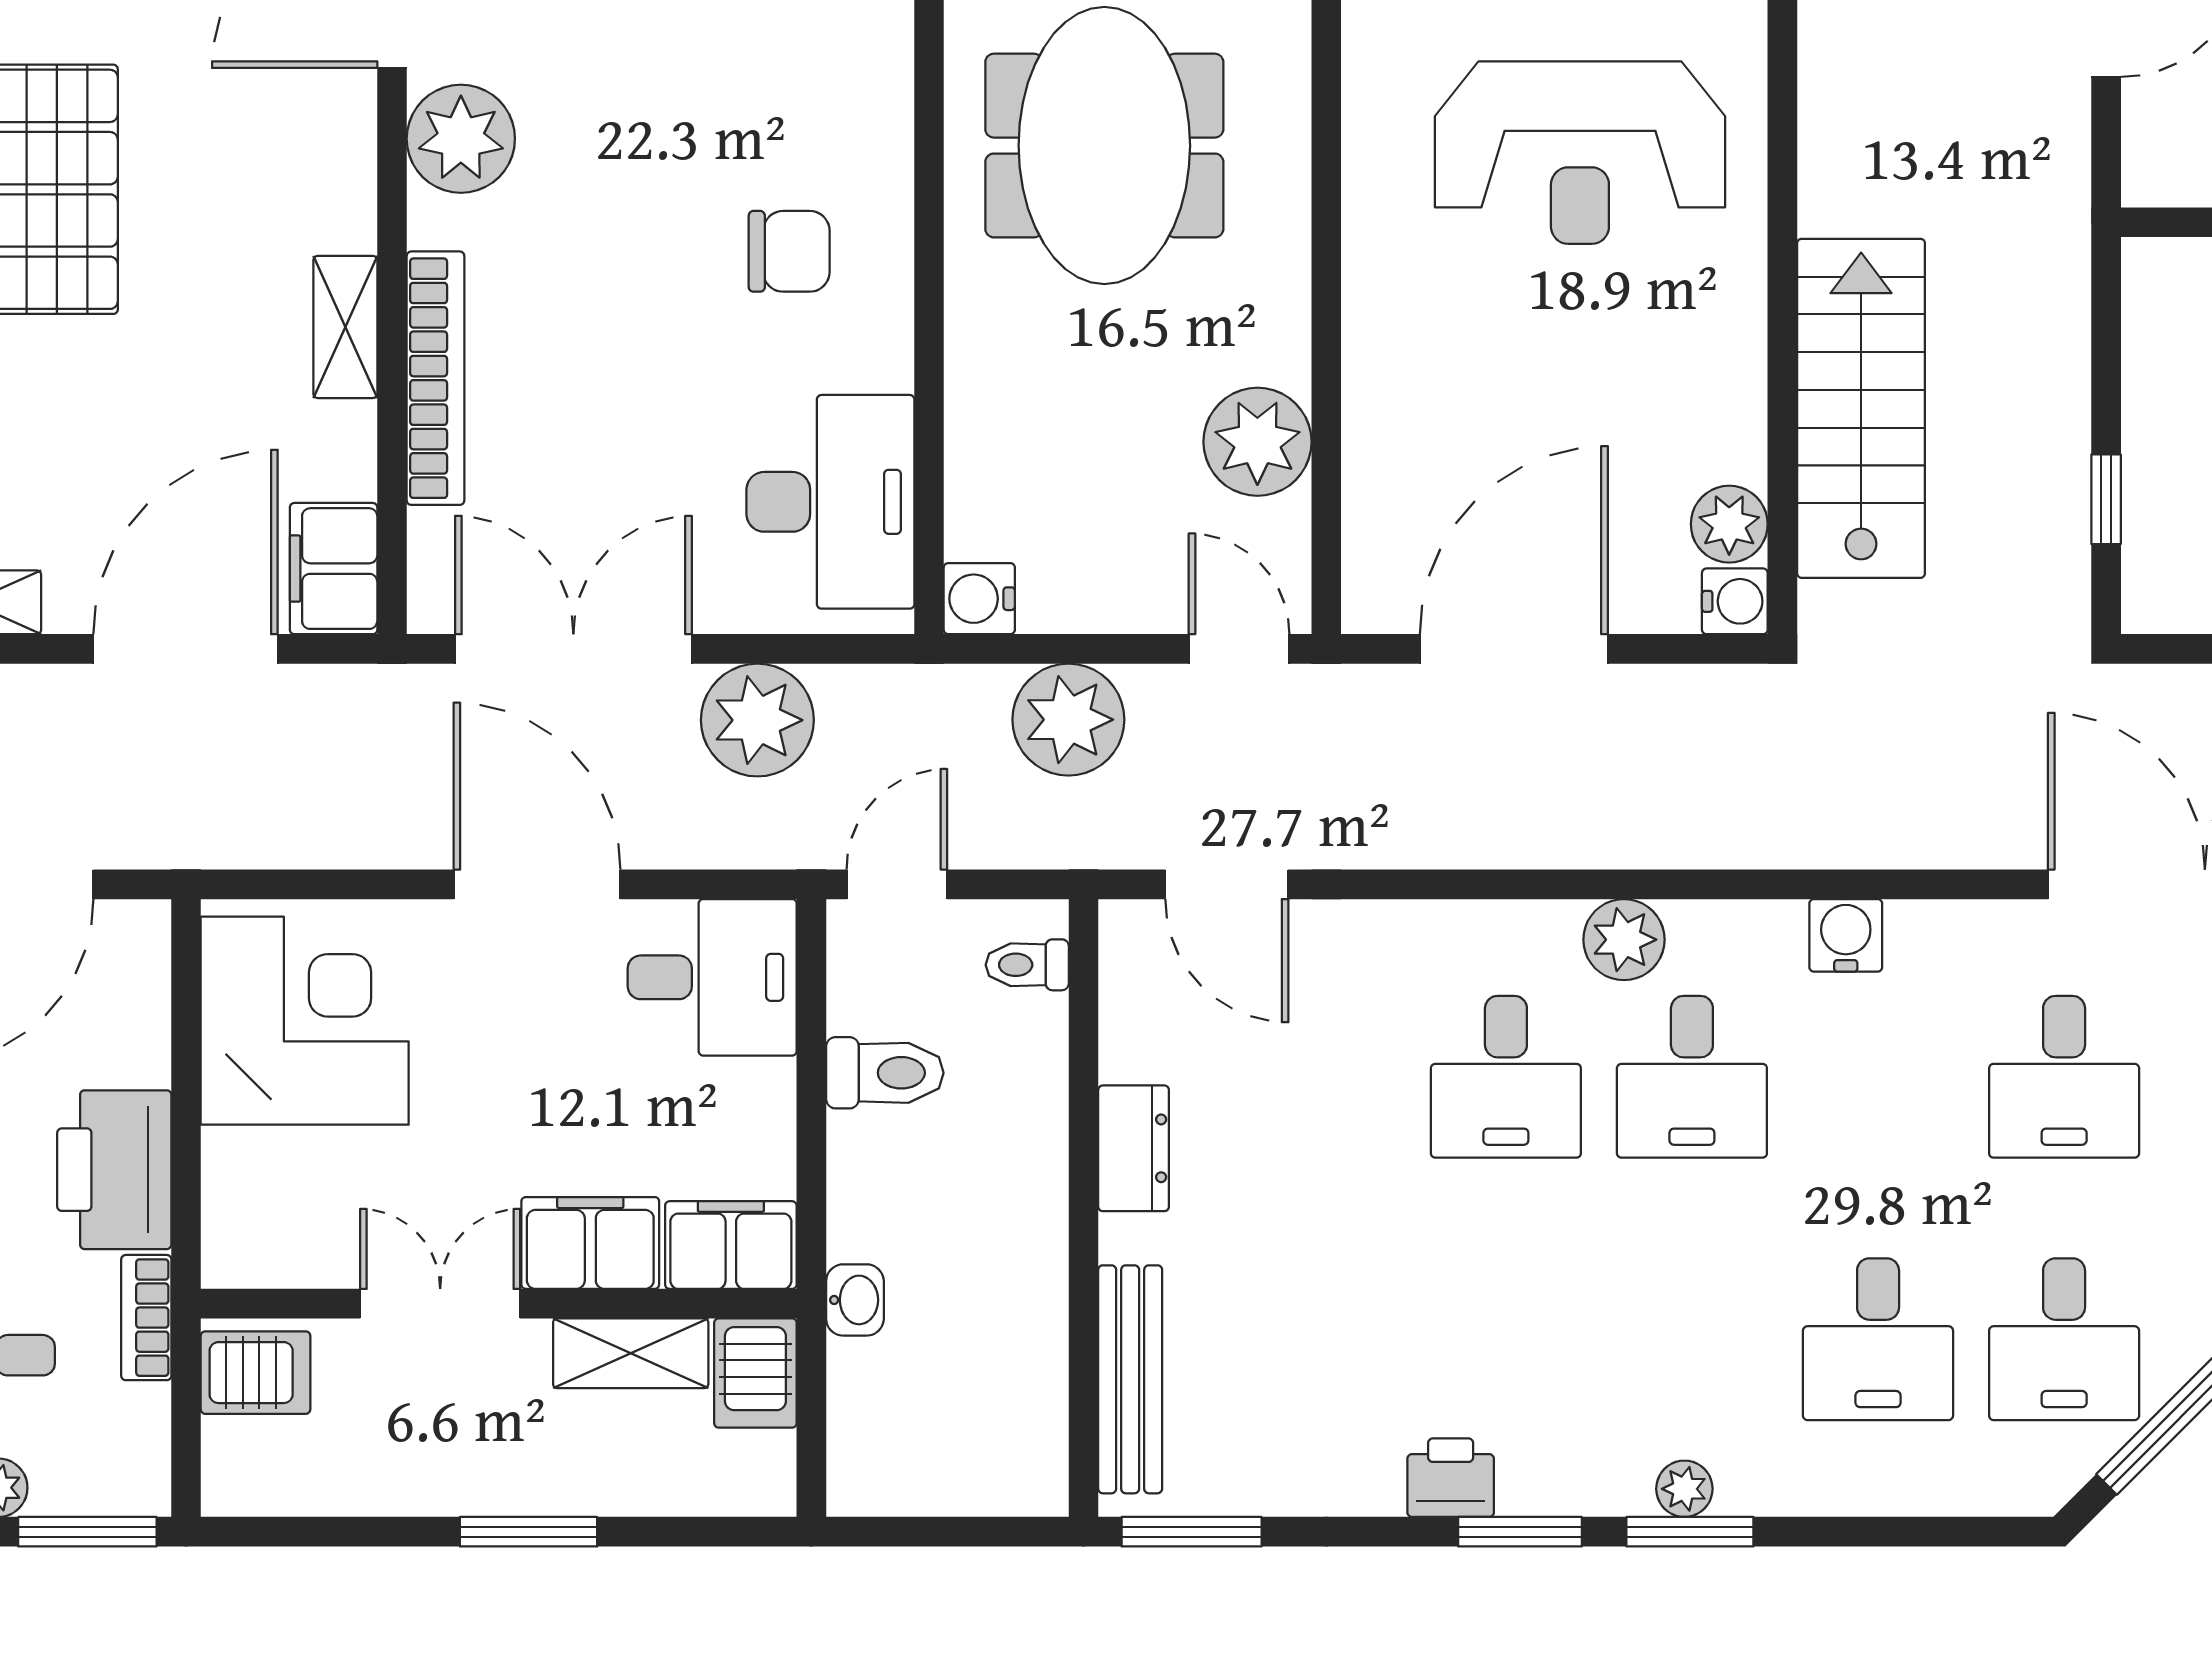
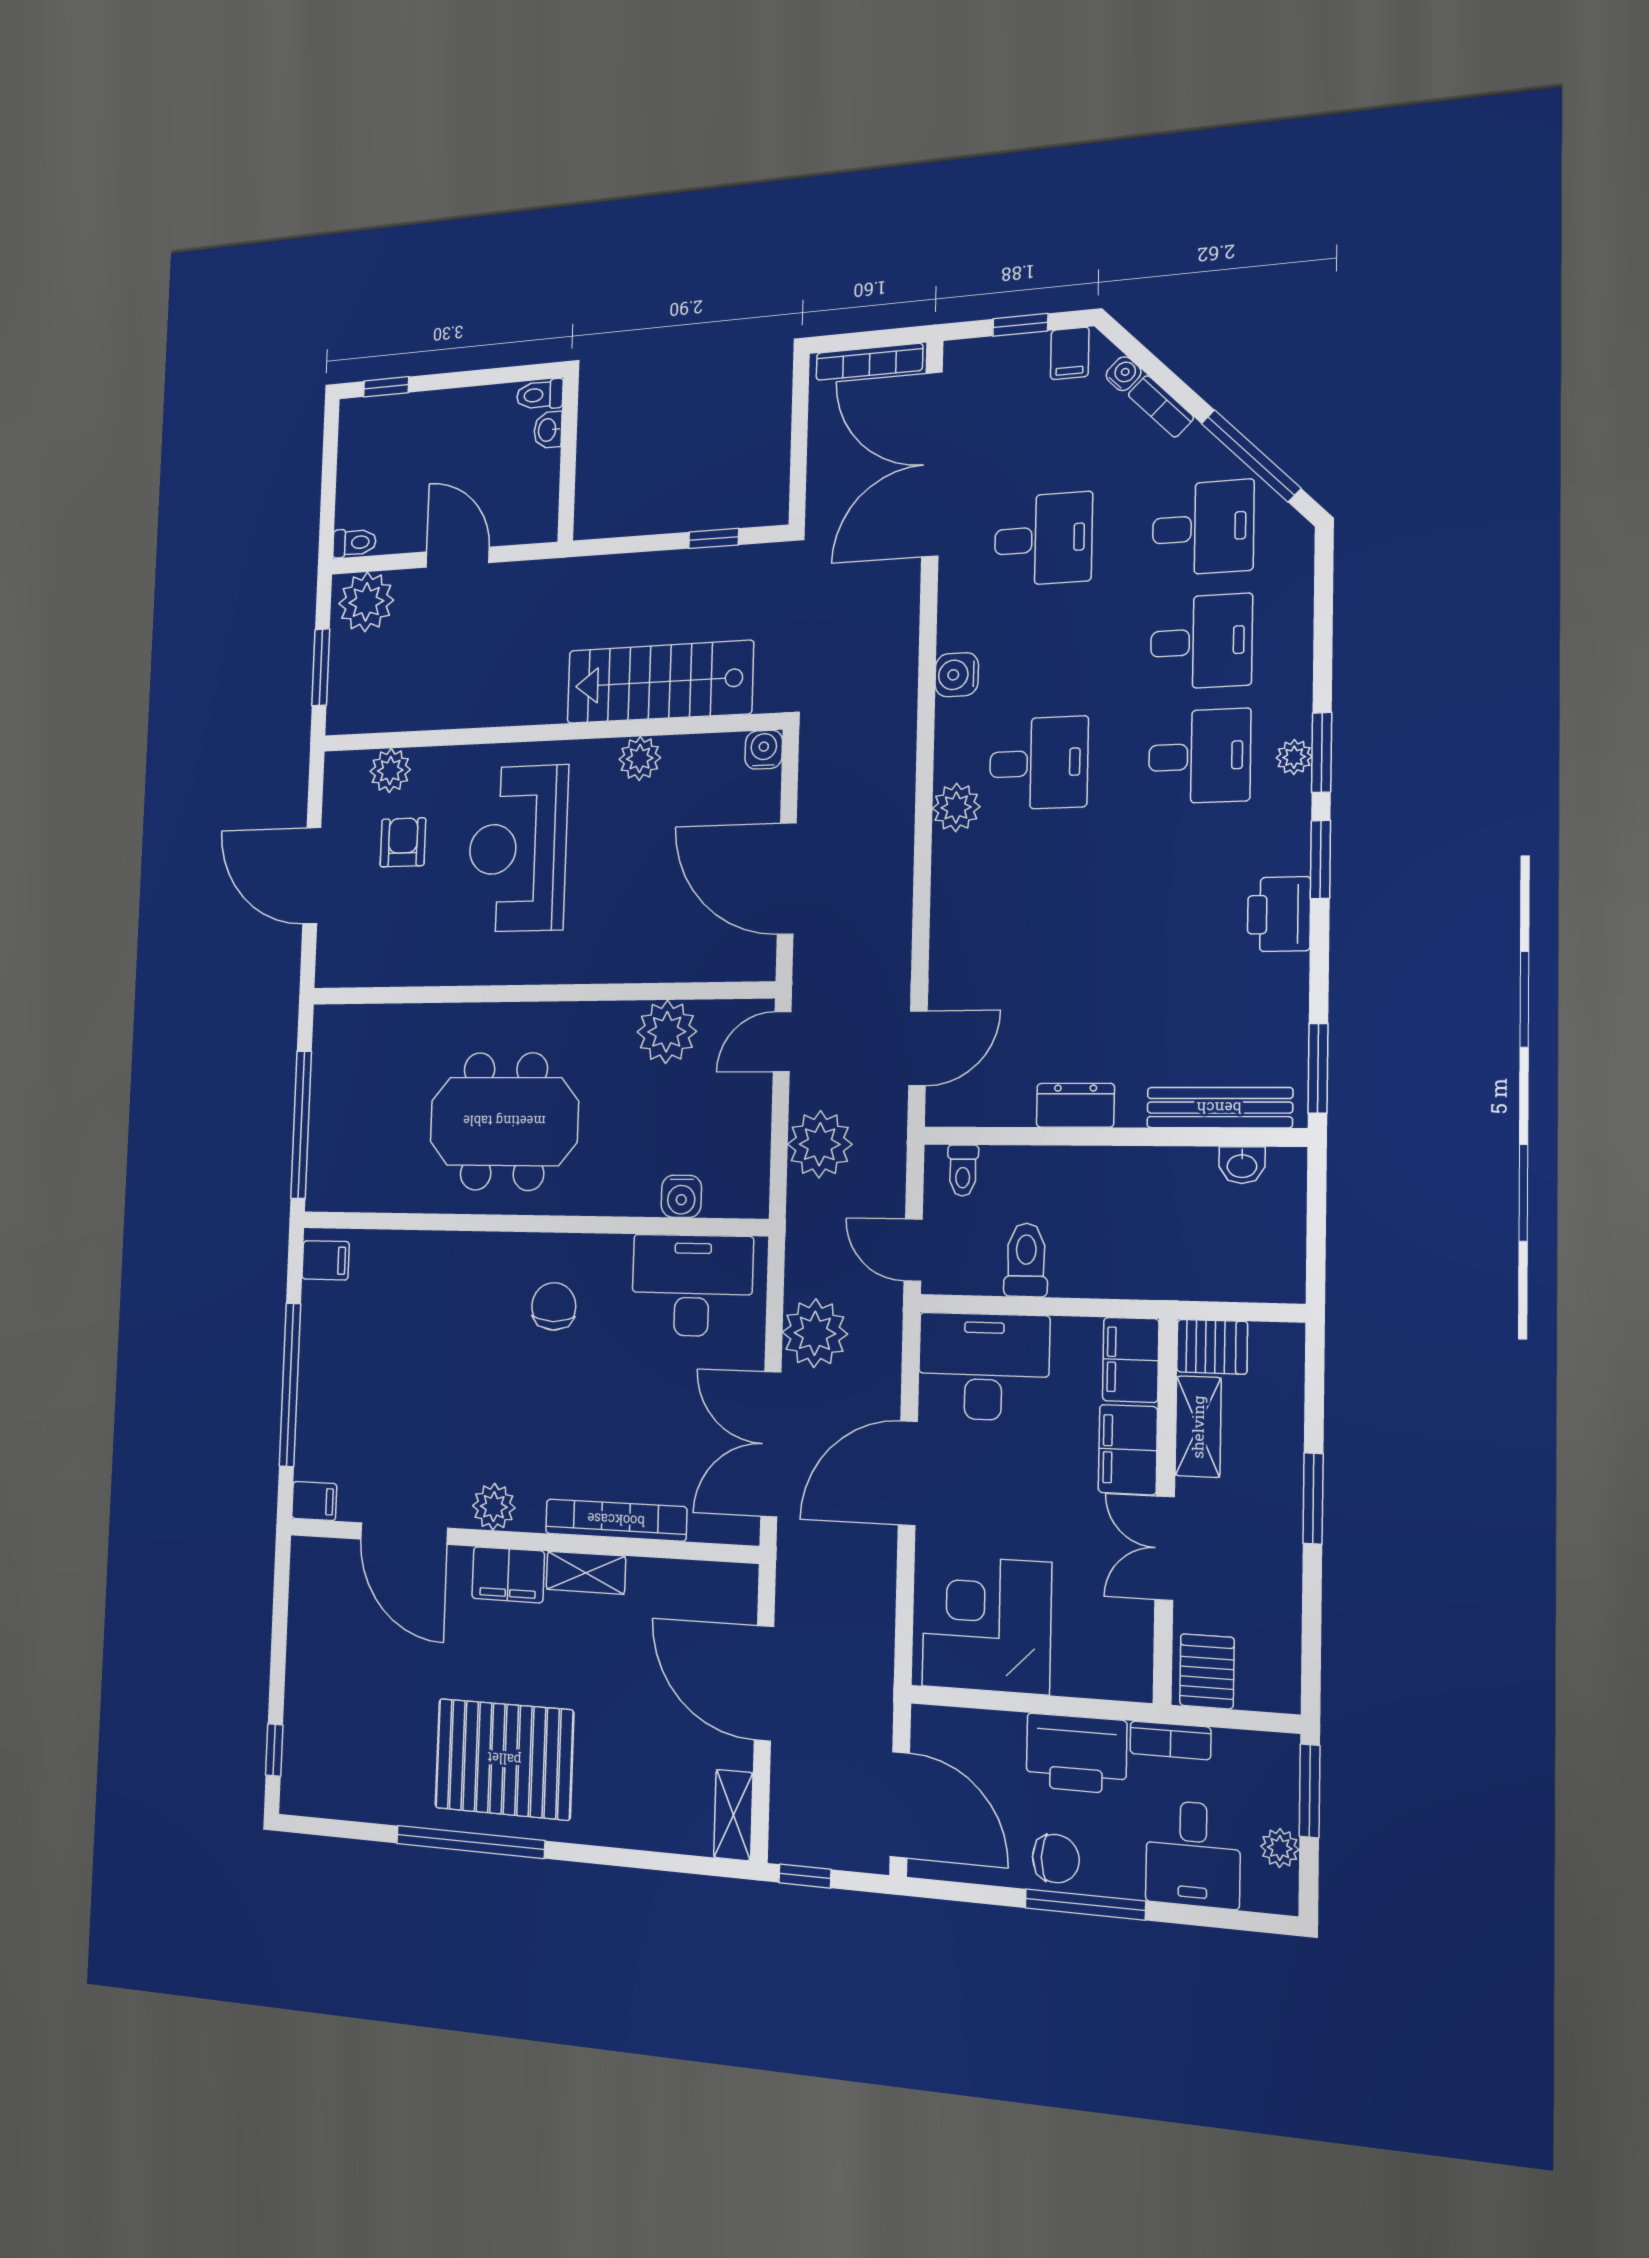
plant: (461, 139) -> (494, 1507), width x0.73, depth x0.73
reception desk: (1580, 153) -> (518, 849), turned 180
plant: (1729, 524) -> (640, 758), moved
filing cabinet: (334, 569) -> (508, 1575), moved
water cooler: (979, 599) -> (681, 1196), moved
desk: (712, 977) -> (984, 1367), width x1.37
desk: (1506, 1077) -> (1199, 756), moved
washbasin: (855, 1300) -> (1242, 1165), moved, turned 180
printer: (1451, 1478) -> (1279, 914), width x1.36, depth x1.24

